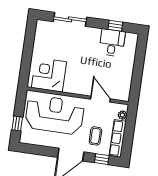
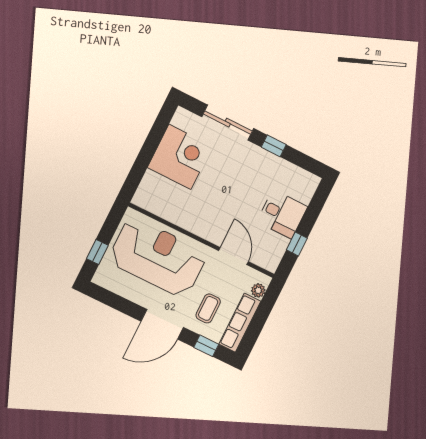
window: (115, 26) -> (274, 146), moved
desk: (112, 43) -> (282, 214), moved, turned 90
corner desk: (49, 75) -> (180, 157), moved, turned 90
window: (137, 79) -> (297, 244), added

